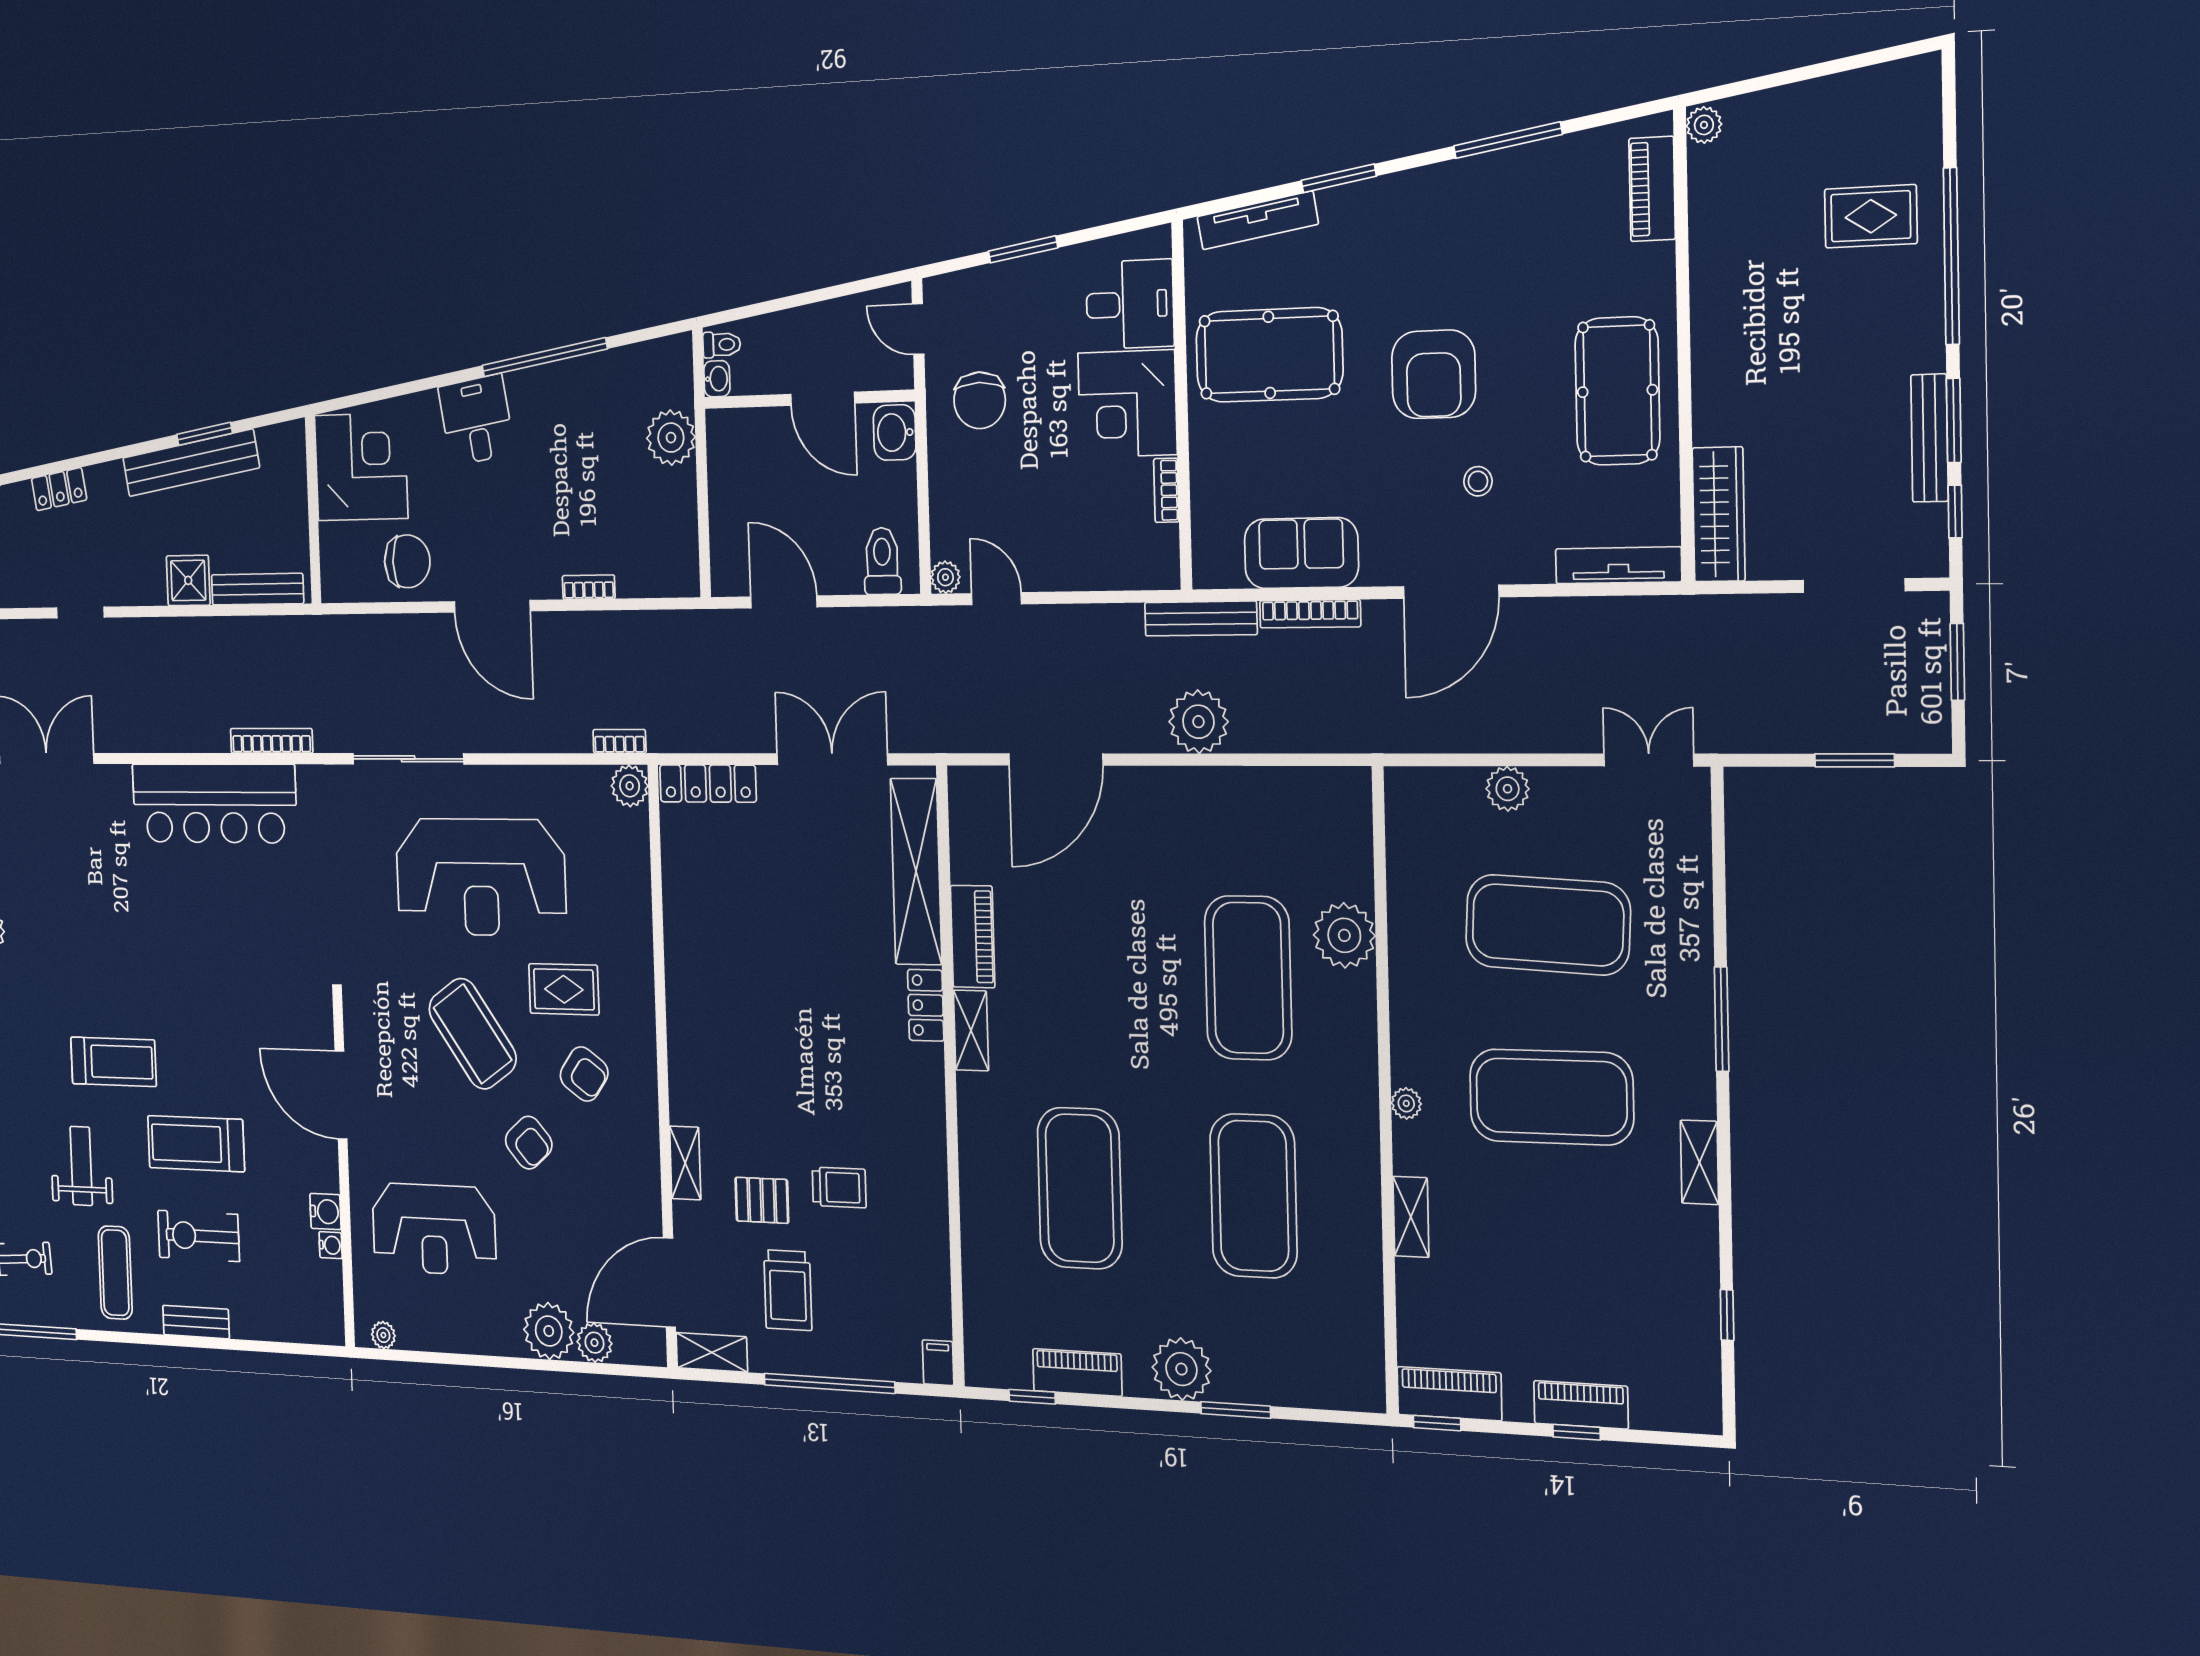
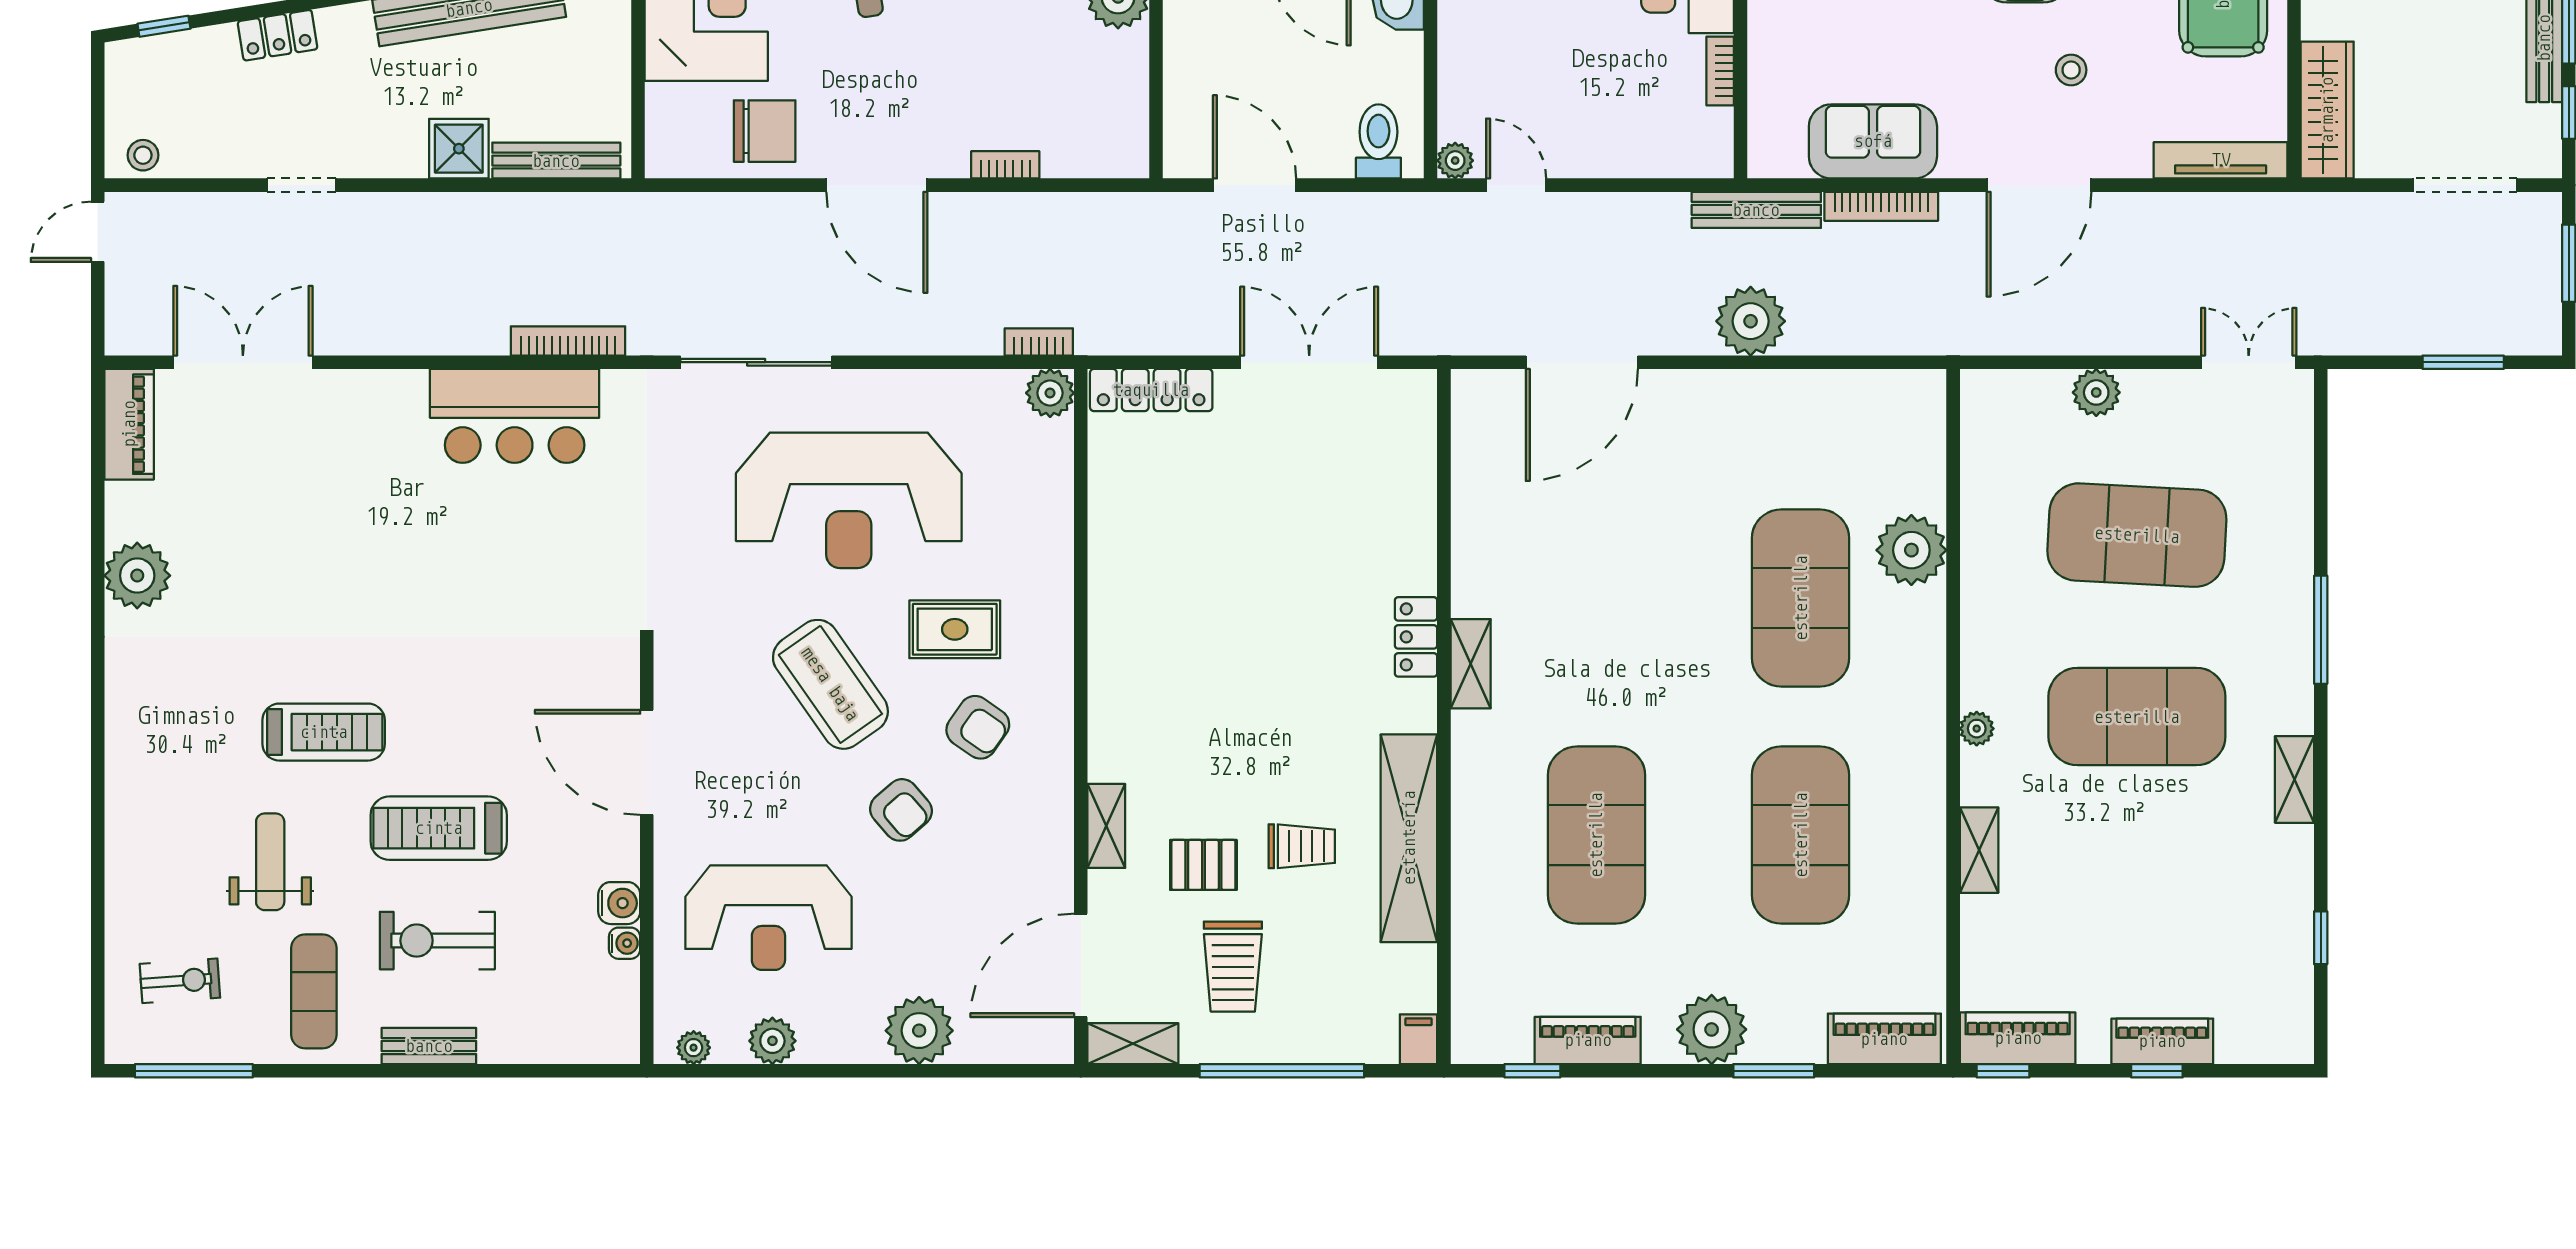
bar counter: (214, 803) -> (515, 416), width x0.73
shelving: (916, 872) -> (1409, 838), moved
piano: (973, 937) -> (1884, 1039), moved, turned -90
plant: (594, 1343) -> (772, 1041), moved

